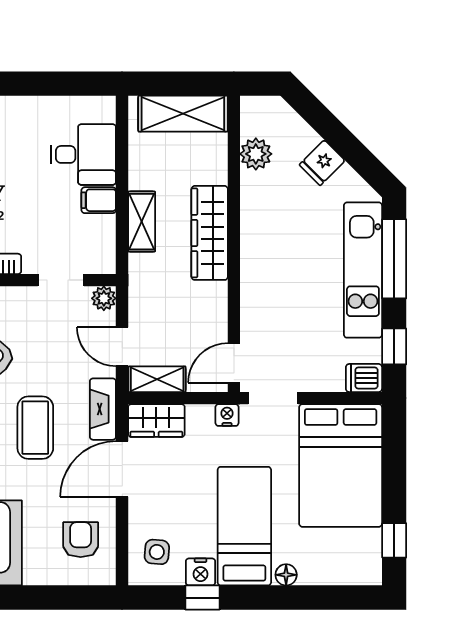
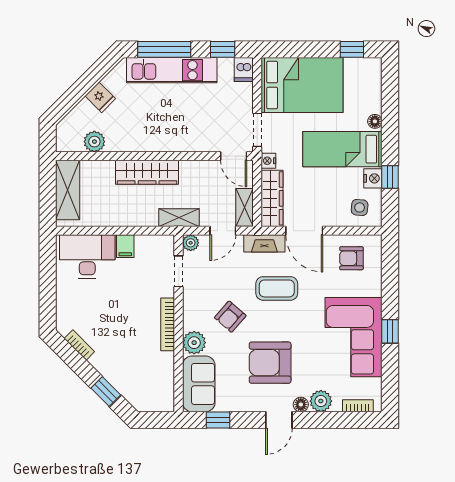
desk: (83, 154) -> (87, 257), width x1.37
shelving: (142, 222) -> (179, 218), moved
wardrobe: (156, 421) -> (272, 198), width x1.50

